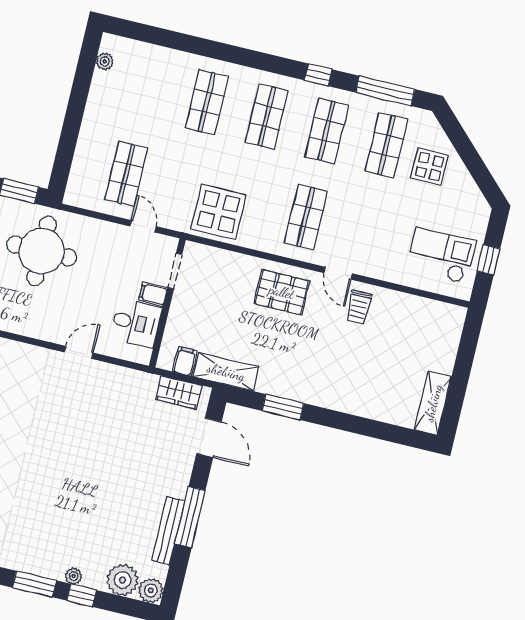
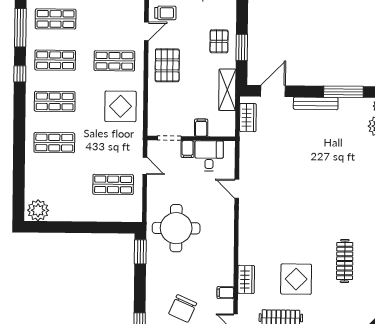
plant: (105, 61) -> (38, 210), width x1.88, depth x1.88
display table: (219, 212) -> (120, 106), moved
door: (143, 226) -> (145, 166), swing flipped
filing cabinet: (185, 361) -> (201, 128), moved, turned 90
pallet: (299, 376) -> (219, 41), added
window: (190, 517) -> (343, 92), moved
bench: (168, 531) -> (316, 103), moved

